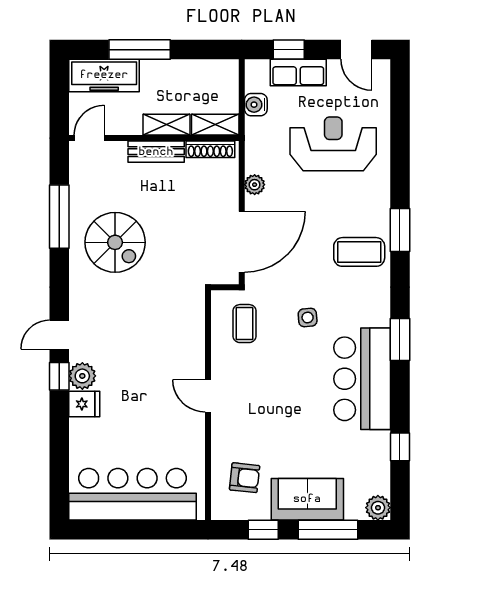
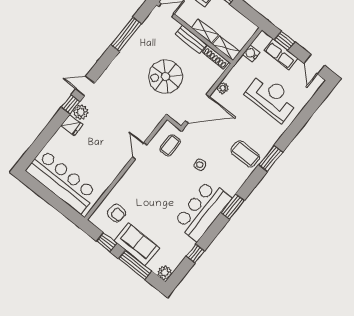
spiral stairs: (115, 242) -> (166, 77), moved, turned 90
door: (208, 396) -> (140, 151), moved

